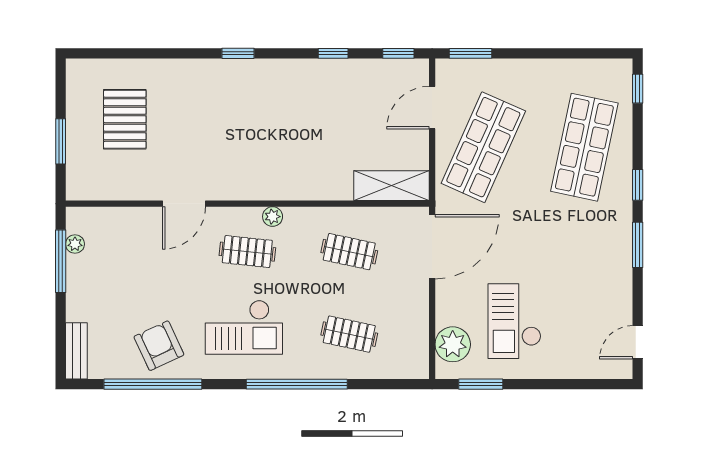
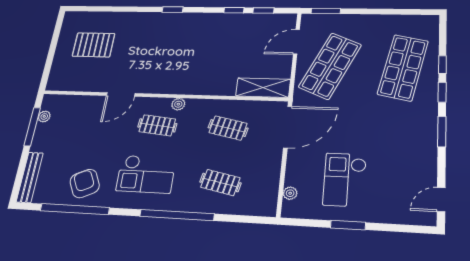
window: (398, 53) -> (263, 10), moved
window: (638, 89) -> (442, 65), moved
pallet: (125, 119) -> (94, 45), turned 90
window: (61, 141) -> (50, 56), removed
plant: (453, 344) -> (290, 193), width x0.53, depth x0.53
bench: (76, 351) -> (30, 177), width x1.36
window: (481, 384) -> (348, 225), moved

